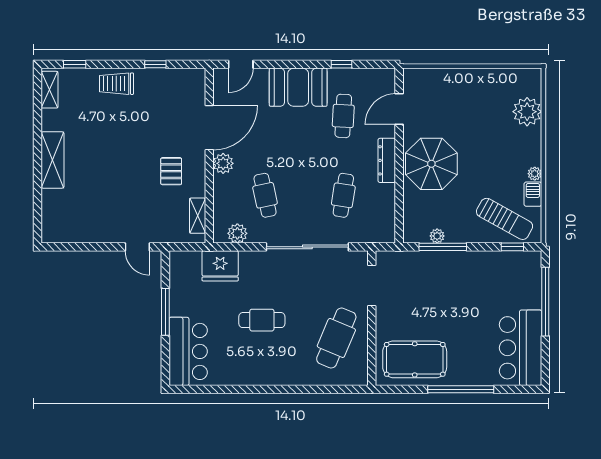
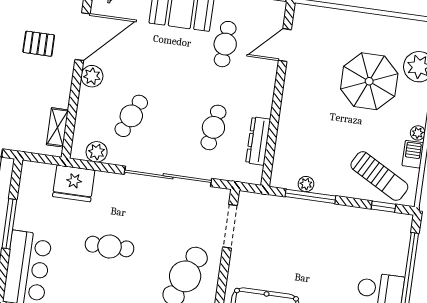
dresser: (387, 160) -> (258, 141), moved
parasol: (431, 164) -> (369, 81), moved
pallet: (171, 171) -> (39, 44), moved, turned 90
cafe table: (265, 195) -> (131, 116), turned 36

